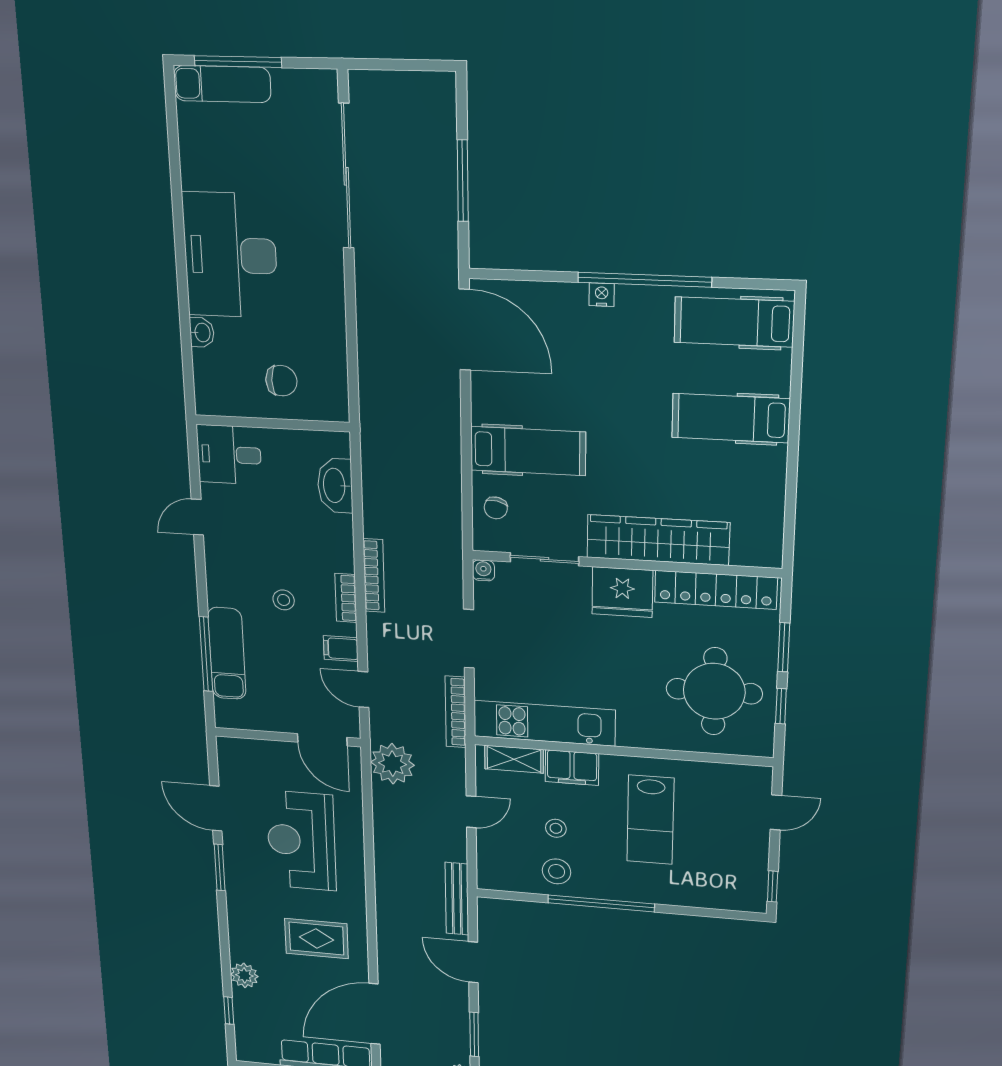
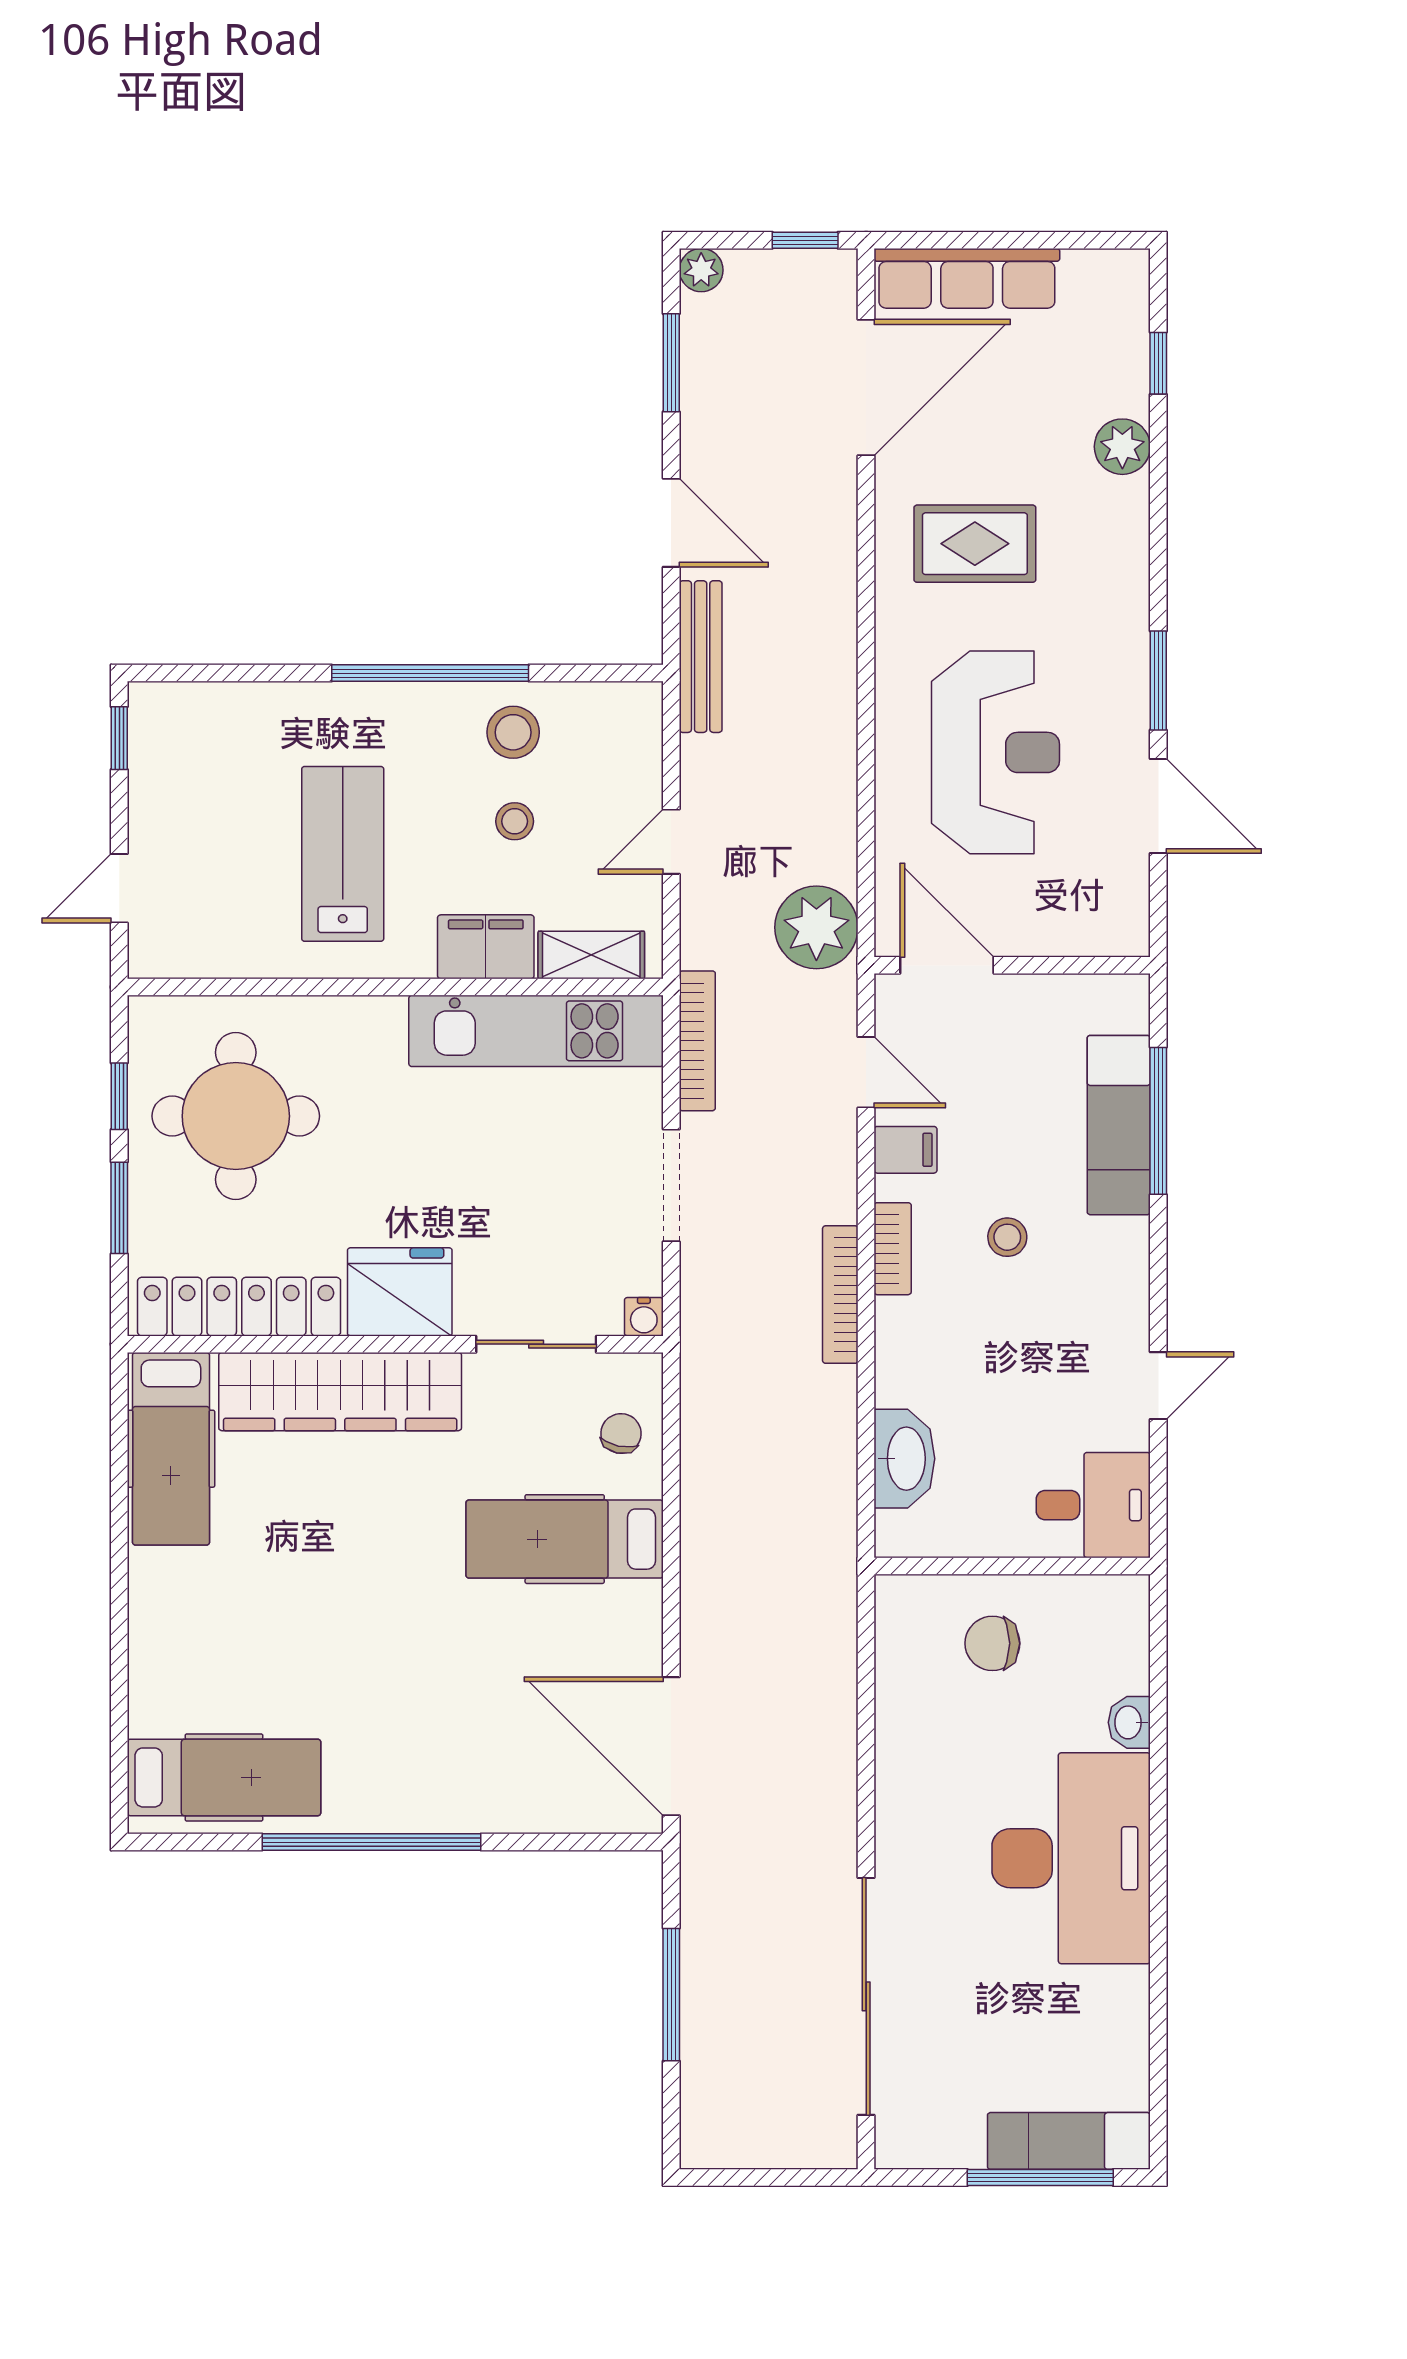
nightstand: (602, 295) -> (442, 1815), removed
hospital bed: (731, 418) -> (171, 1449), moved, turned 90

